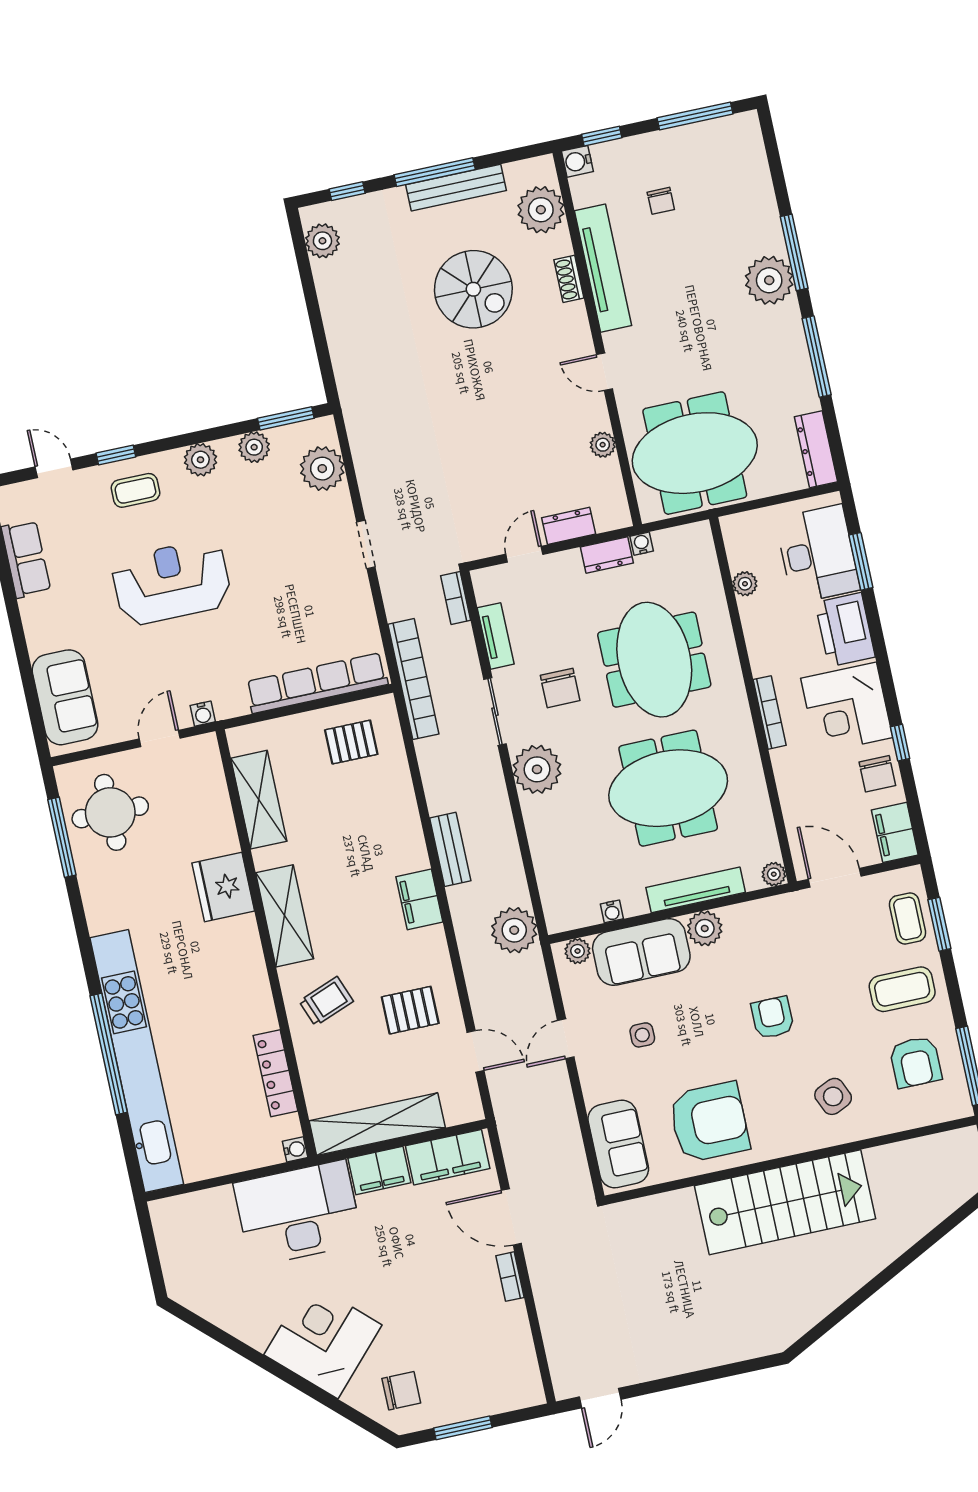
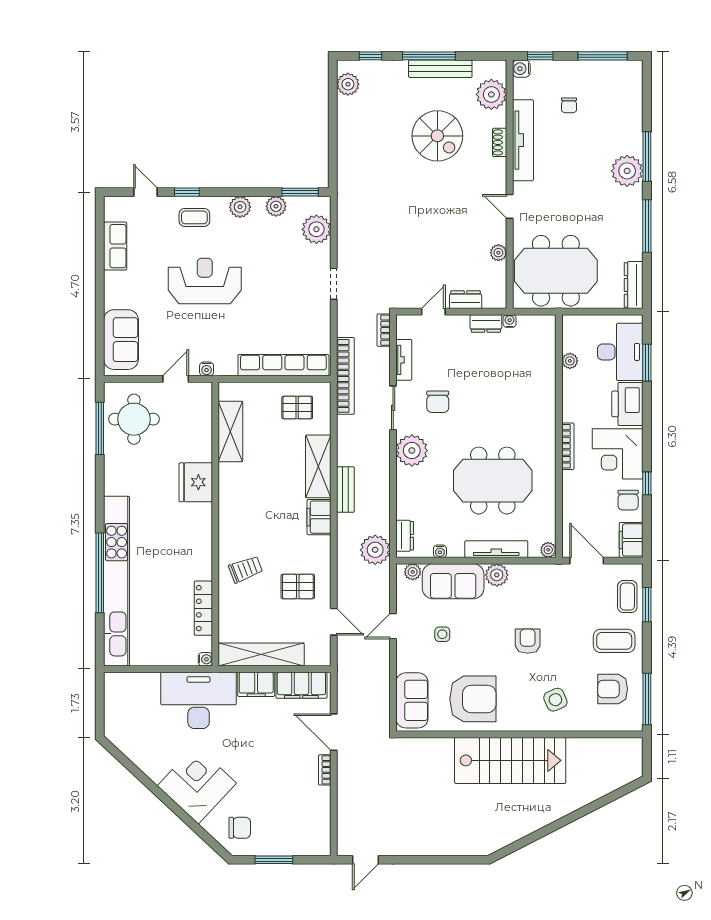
meeting table: (654, 660) -> (502, 397), removed
dresser: (554, 900) -> (405, 536), added
shelving: (285, 916) -> (318, 466), moved
armchair: (915, 1062) -> (613, 689), turned 90

